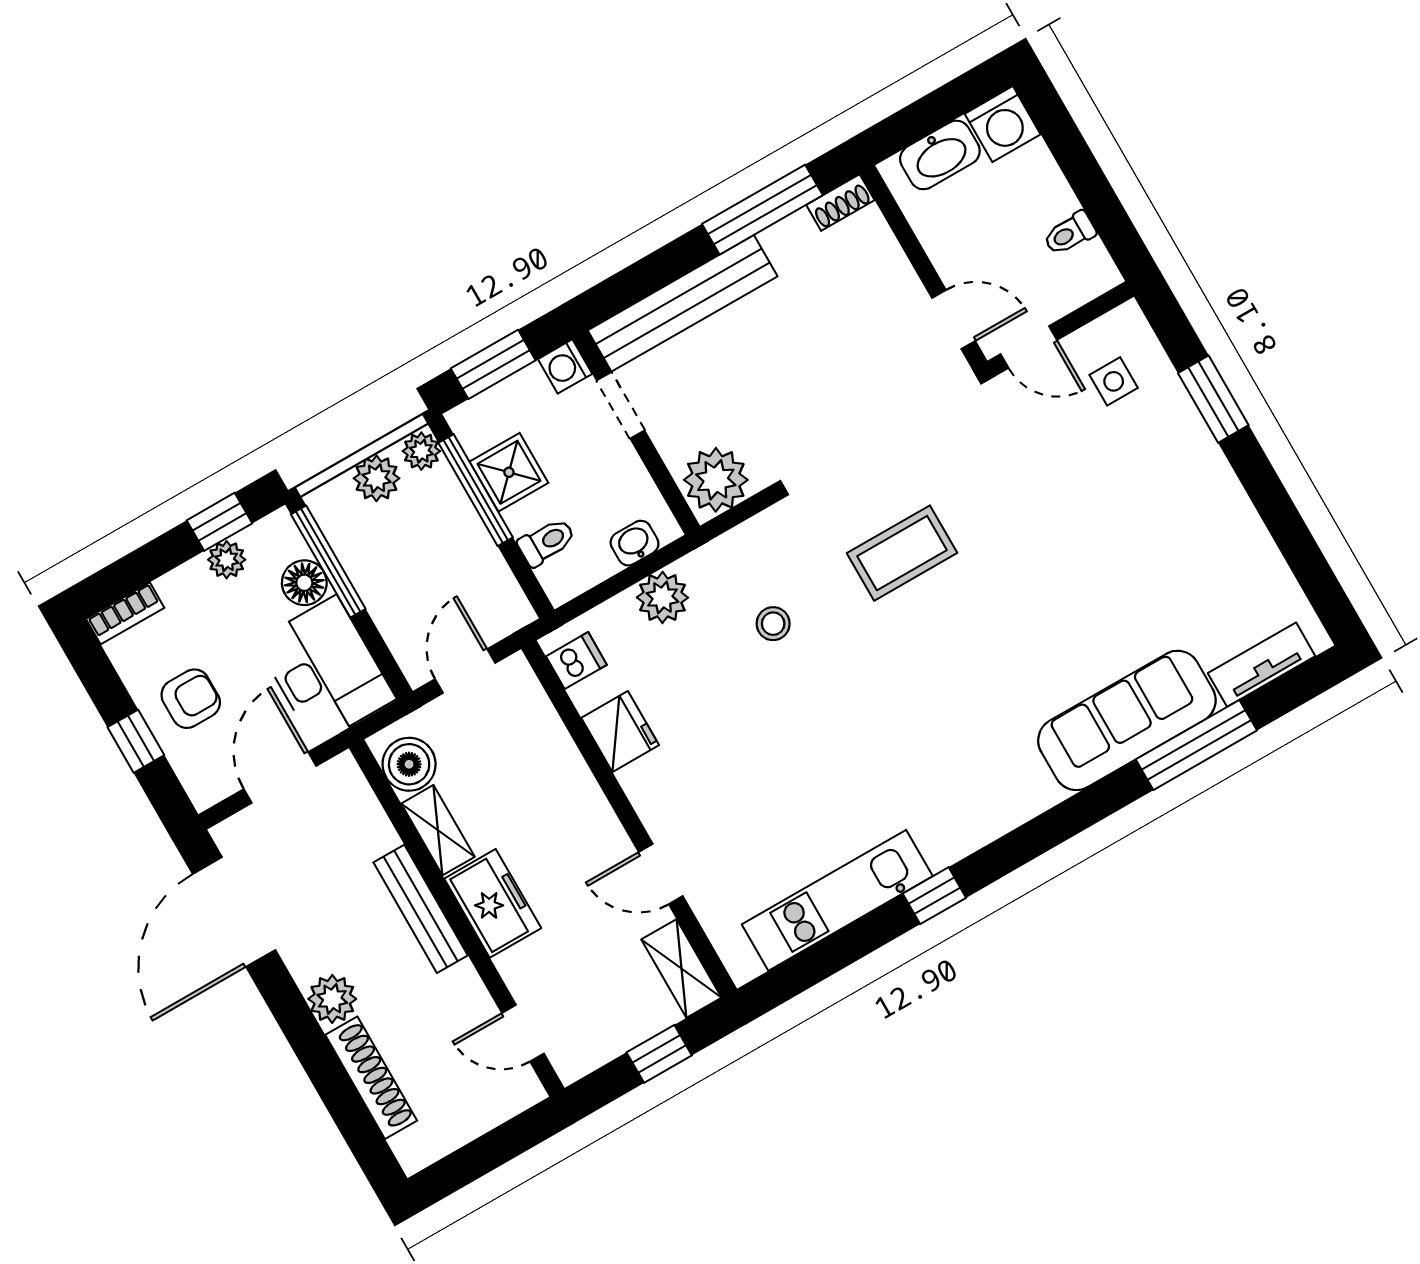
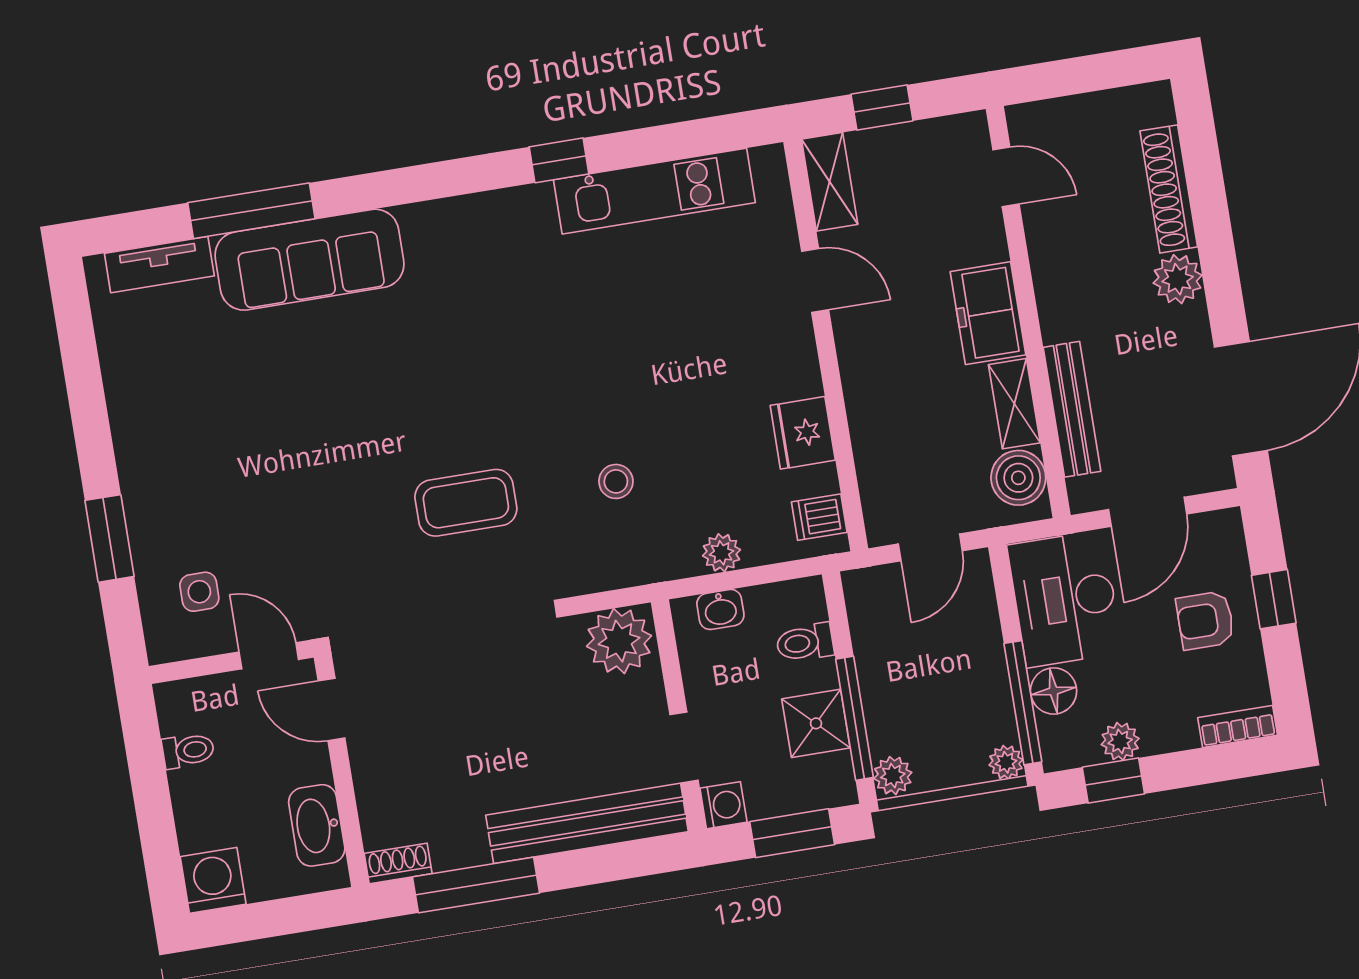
washbasin: (940, 155) -> (317, 825), moved, turned -90
plant: (377, 478) -> (1006, 762), moved, width x0.73, depth x0.73
plant: (662, 597) -> (722, 553), width x0.73, depth x0.73
bench: (421, 909) -> (1072, 409), moved

